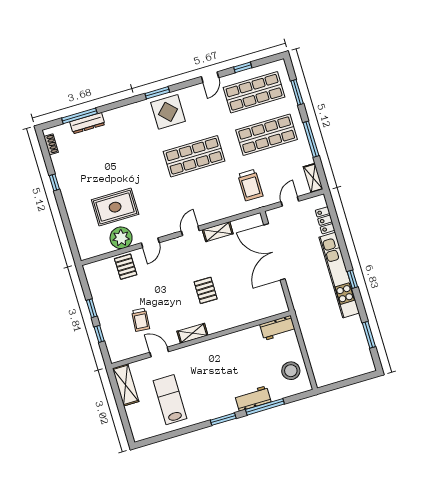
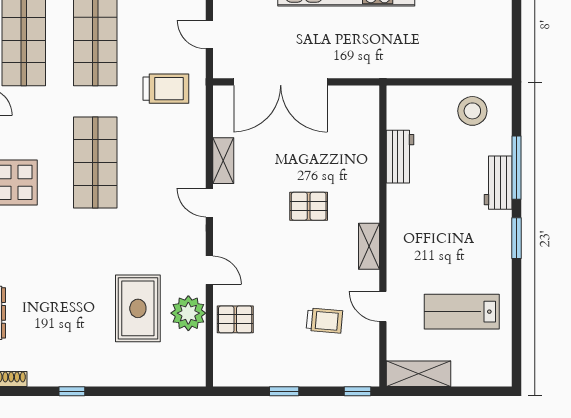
workbench: (278, 328) -> (400, 157), moved
window: (99, 334) -> (358, 391), moved
door: (159, 352) -> (383, 307), hinge flipped

